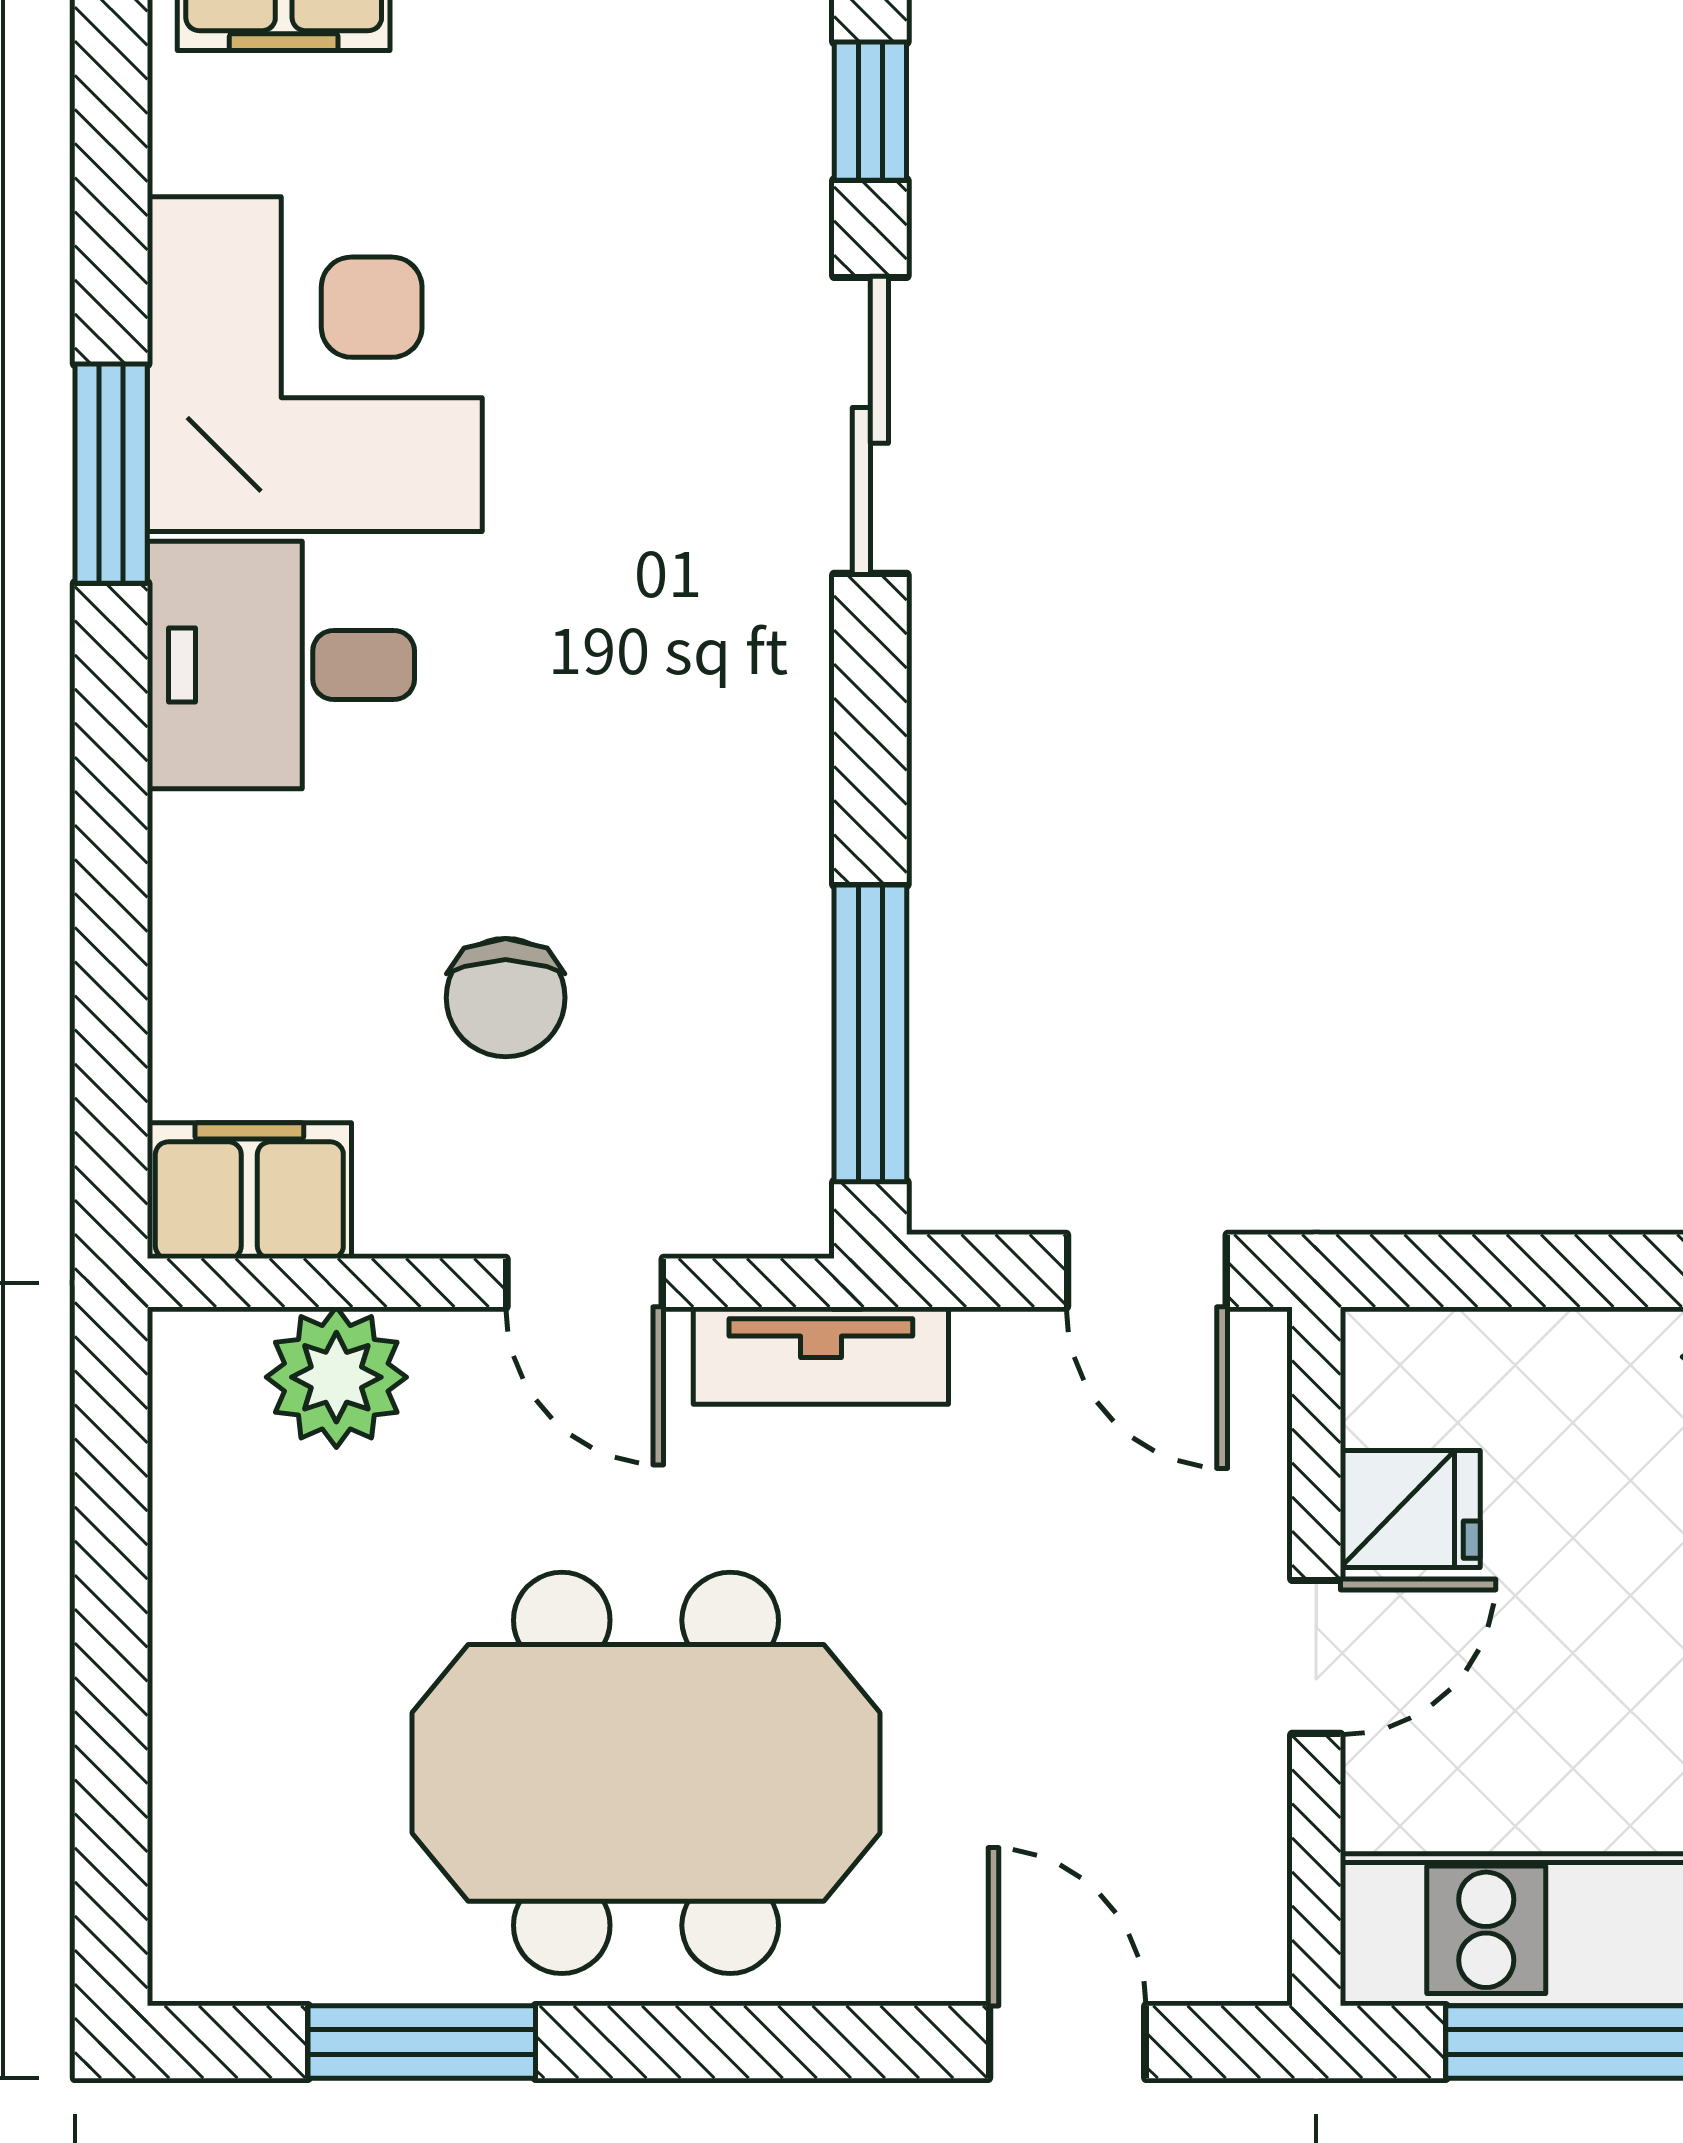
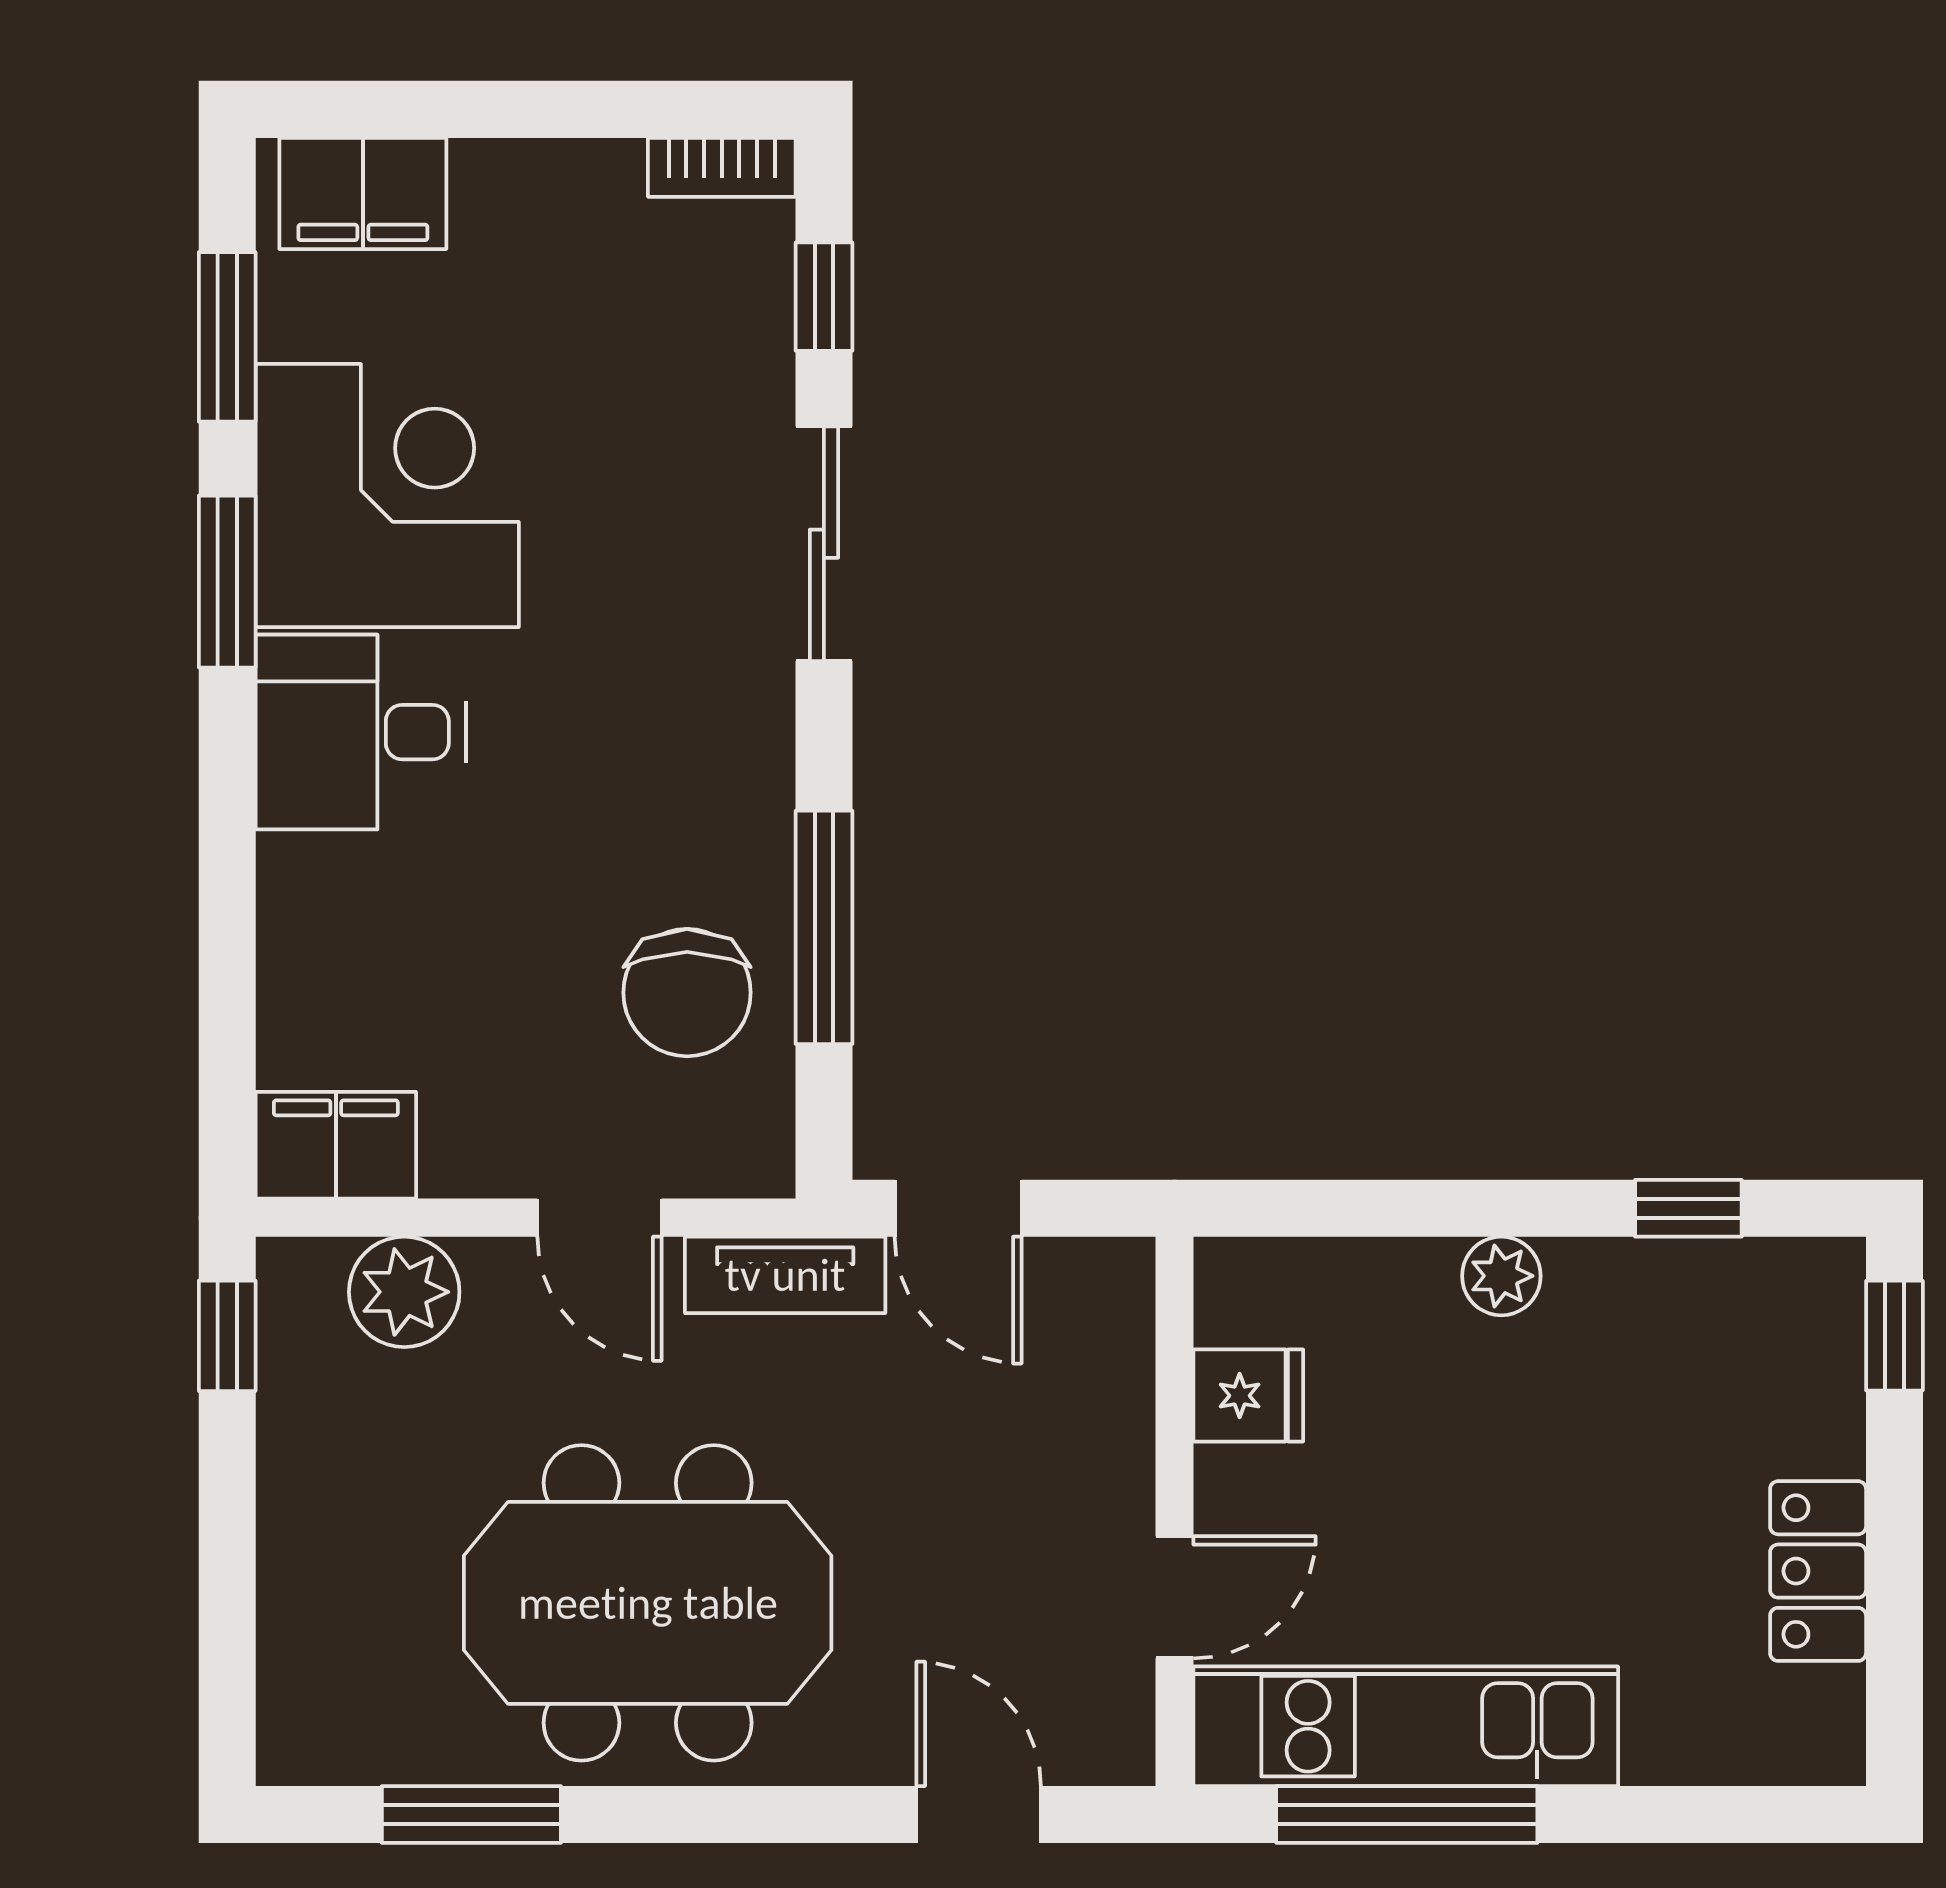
window: (111, 162) -> (227, 337), added
chair: (506, 998) -> (687, 993), moved, width x1.37, depth x1.37
window: (870, 1033) -> (824, 927), moved
door: (1147, 1271) -> (958, 1208), moved
window: (111, 1433) -> (227, 1336), added
door: (1316, 1657) -> (1174, 1597), moved

